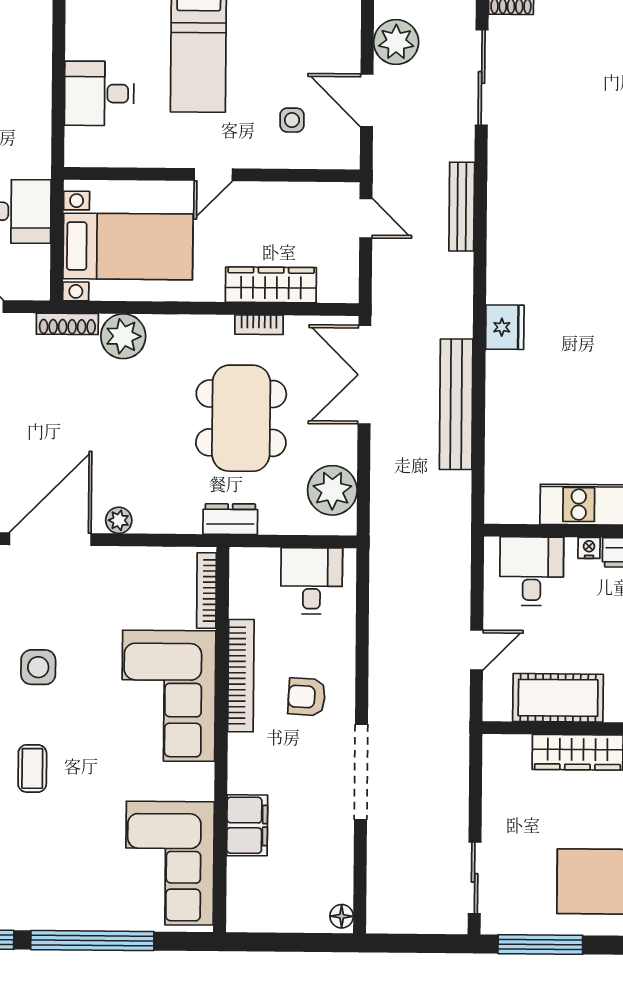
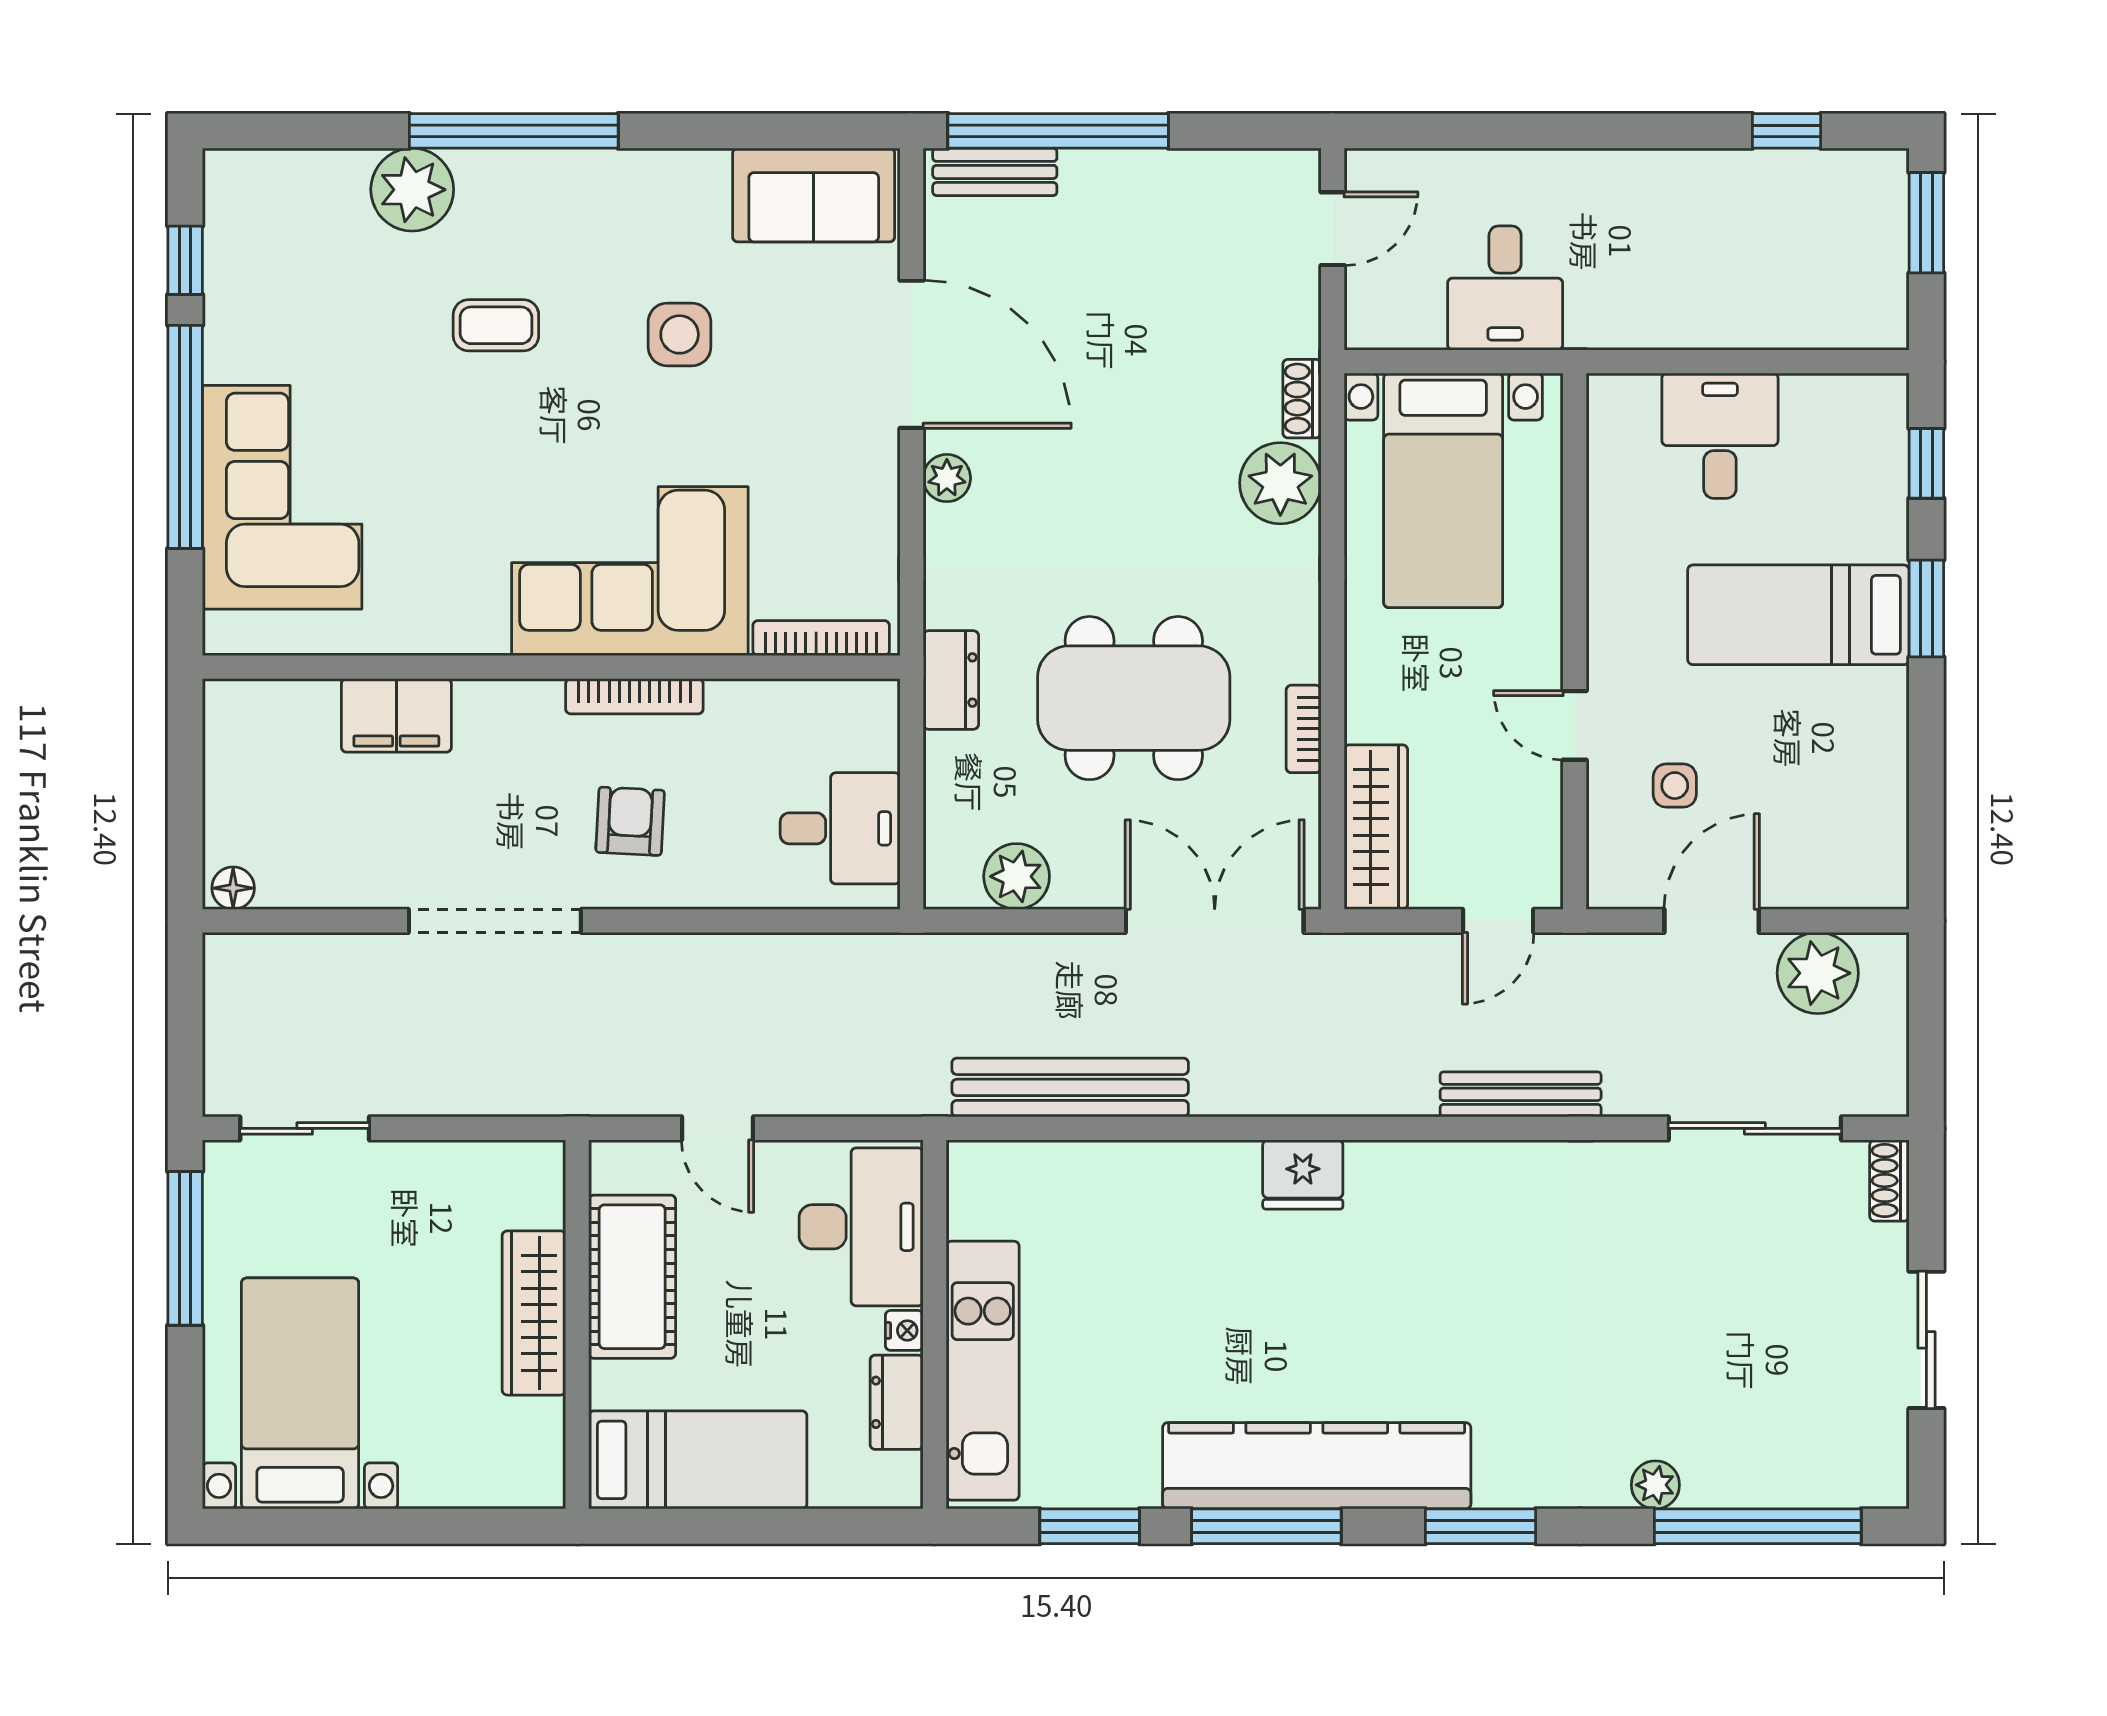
door: (213, 175) -> (1575, 725), moved
wardrobe: (271, 285) -> (1376, 827), moved
shoe rack: (67, 324) -> (1302, 399), width x0.70
bench: (456, 404) -> (1070, 1087), moved
plant: (332, 490) -> (1017, 876), width x0.73, depth x0.73
desk: (532, 571) -> (861, 1227), width x1.37
bookcase: (241, 676) -> (634, 696), width x0.68, depth x0.76
corner sofa: (170, 863) -> (282, 497), moved, turned 90

